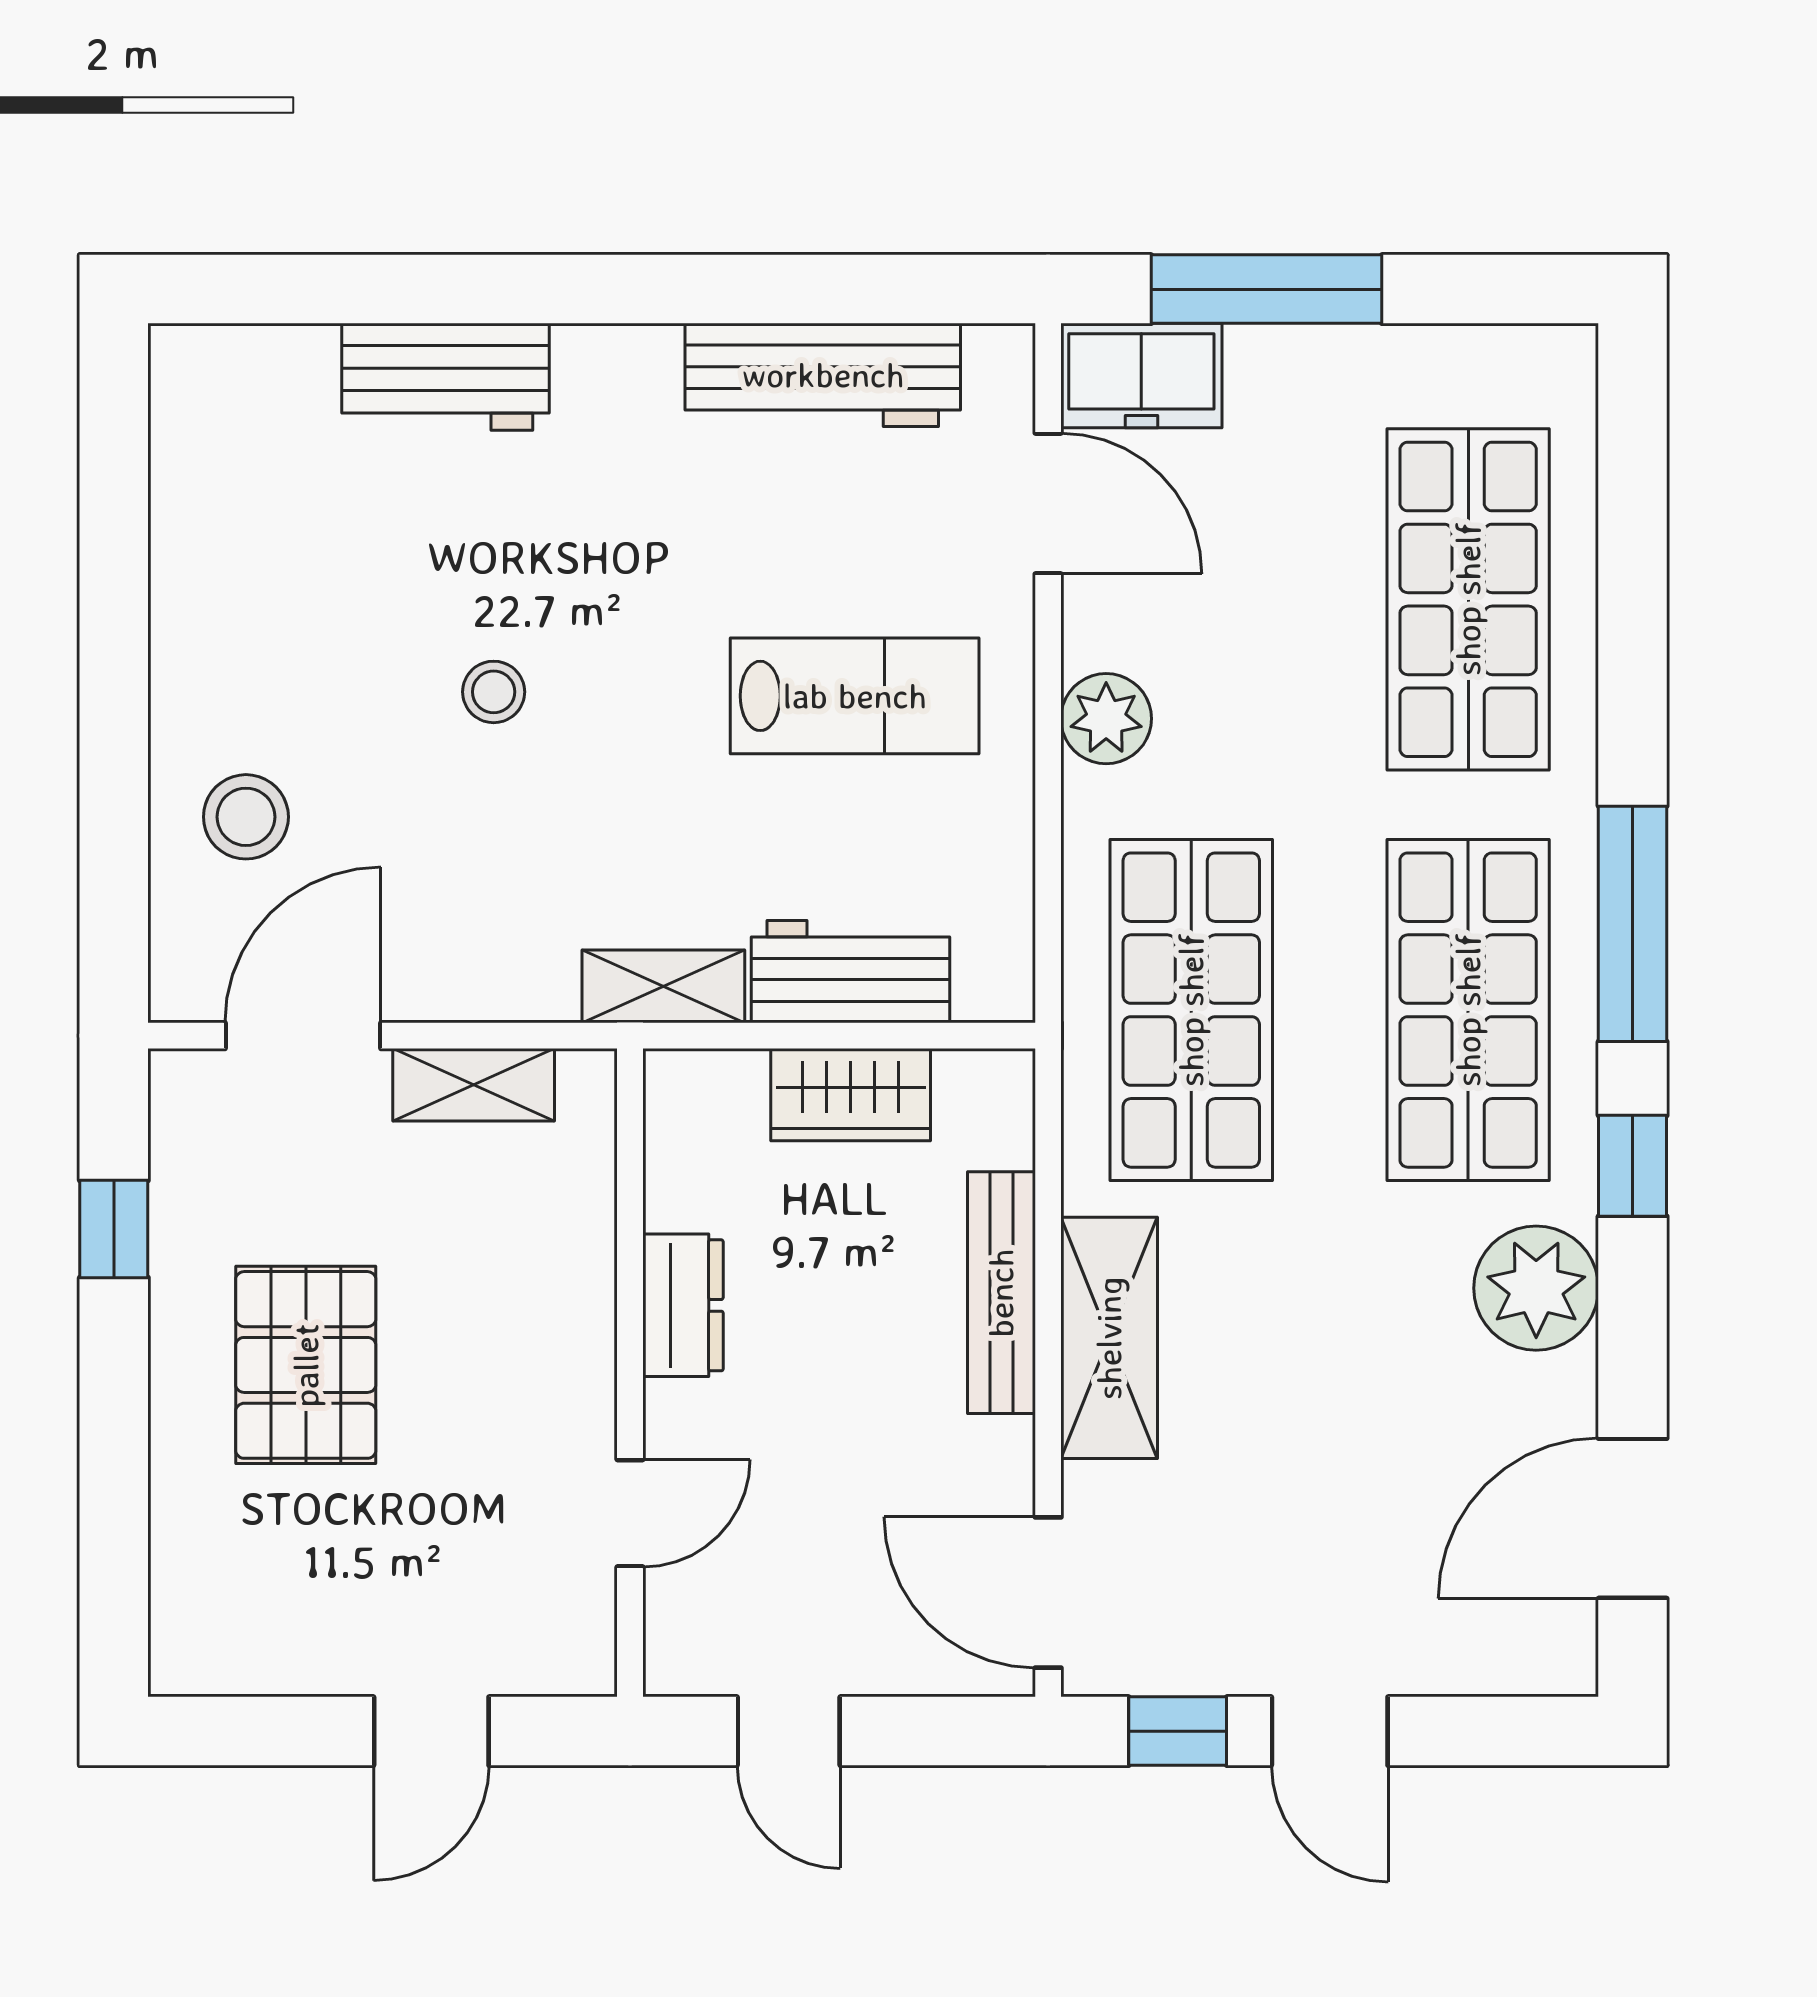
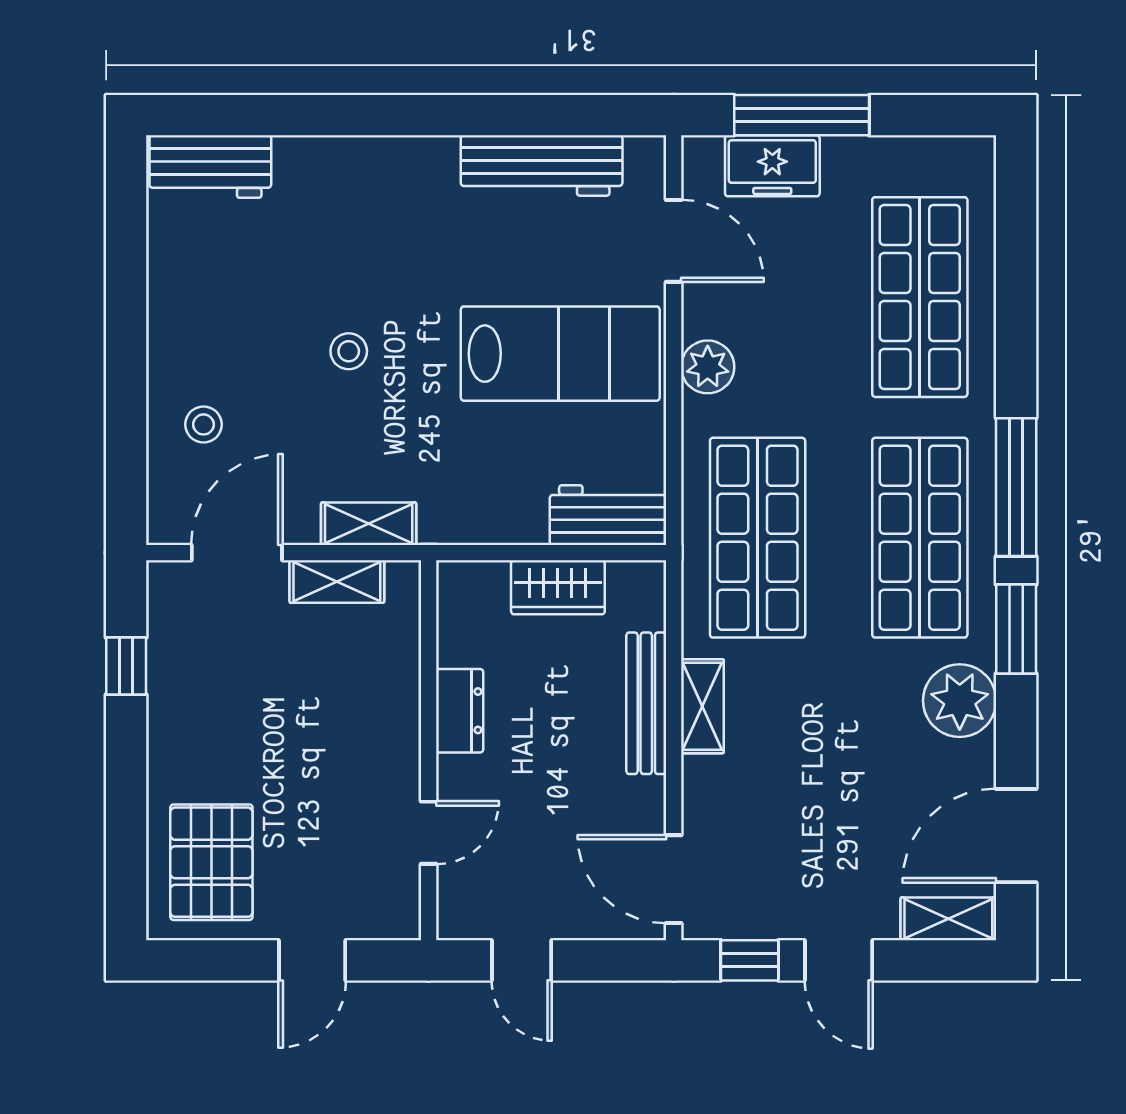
freezer: (1141, 376) -> (772, 166), moved
workbench: (445, 377) -> (210, 167), moved
lab bench: (855, 696) -> (560, 354), width x1.36, depth x1.39
stool: (246, 817) -> (203, 424), width x0.73, depth x0.73
workbench: (850, 972) -> (608, 515), moved
shelving: (663, 986) -> (369, 524), moved
window: (1633, 1166) -> (1016, 629), width x1.50
shelving: (1109, 1338) -> (702, 706), width x0.67, depth x0.75
pallet: (306, 1365) -> (211, 862), moved
shelving: (1517, 1660) -> (948, 919), added

